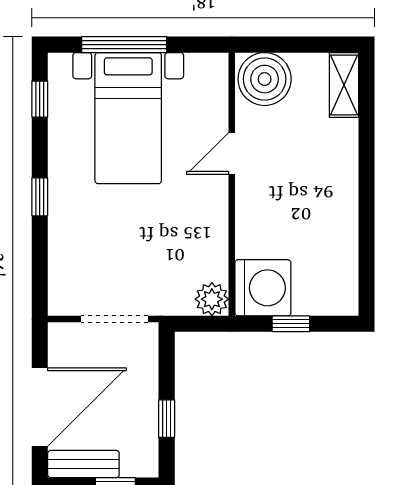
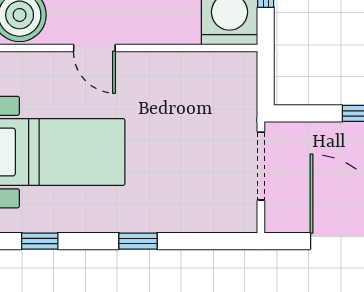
plant: (212, 299) -> (241, 68), removed

